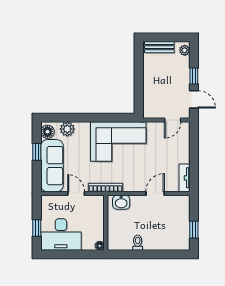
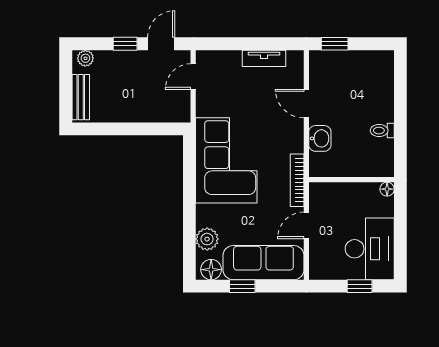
door: (173, 120) -> (193, 77), swing flipped
tv unit: (184, 178) -> (264, 58), moved
washbasin: (121, 202) -> (320, 138), moved
window: (194, 230) -> (335, 44), moved

